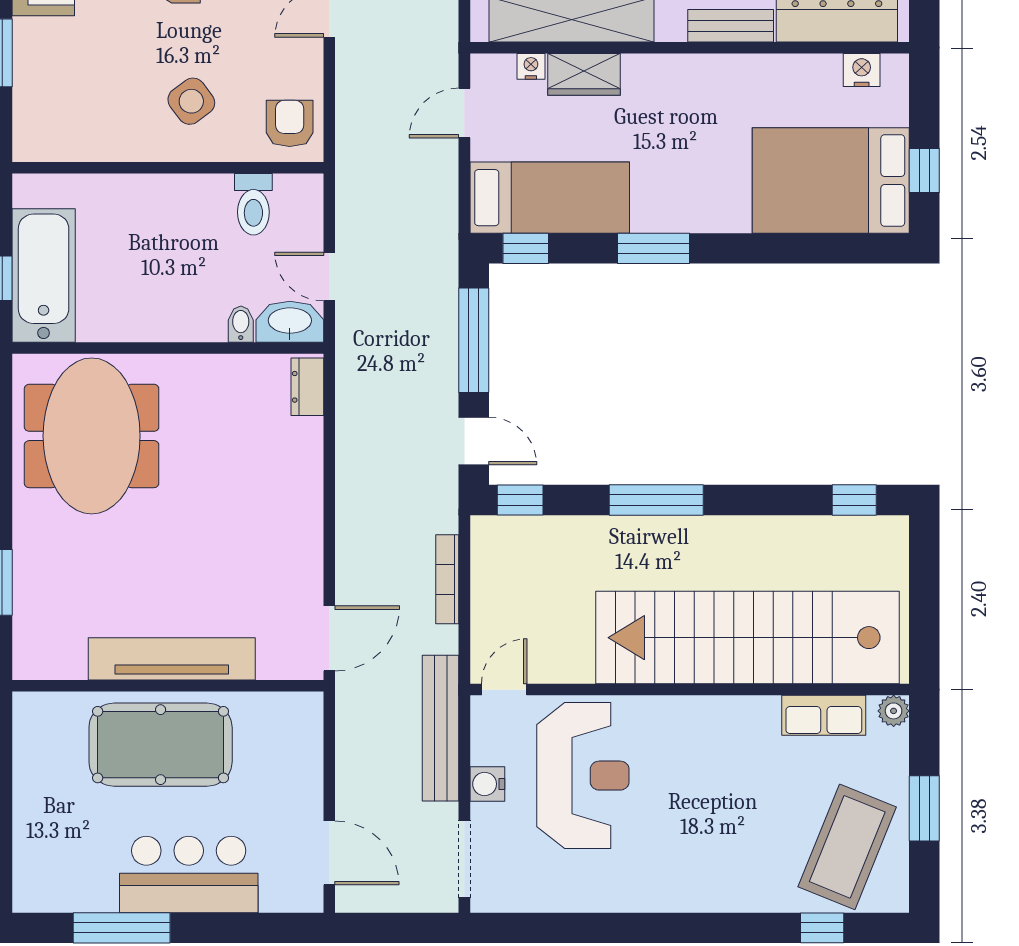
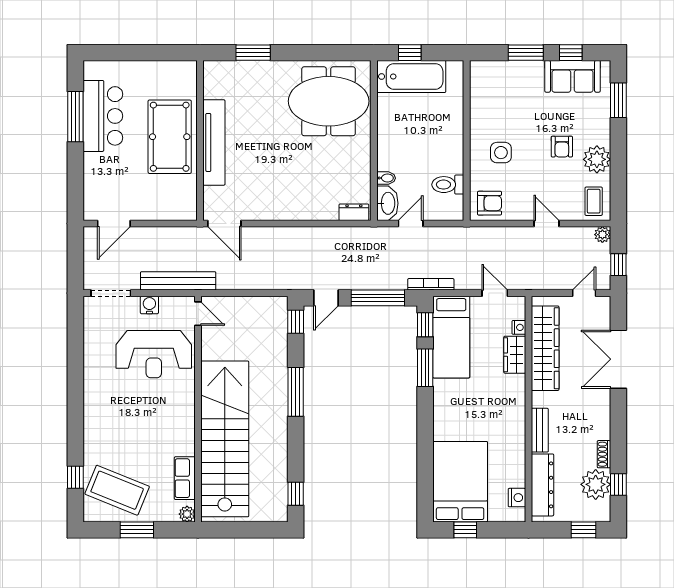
side table: (191, 101) -> (501, 153), turned 37
window: (654, 248) -> (425, 368), moved
bookcase: (447, 579) -> (431, 284), moved
bar counter: (189, 875) -> (103, 116), moved

